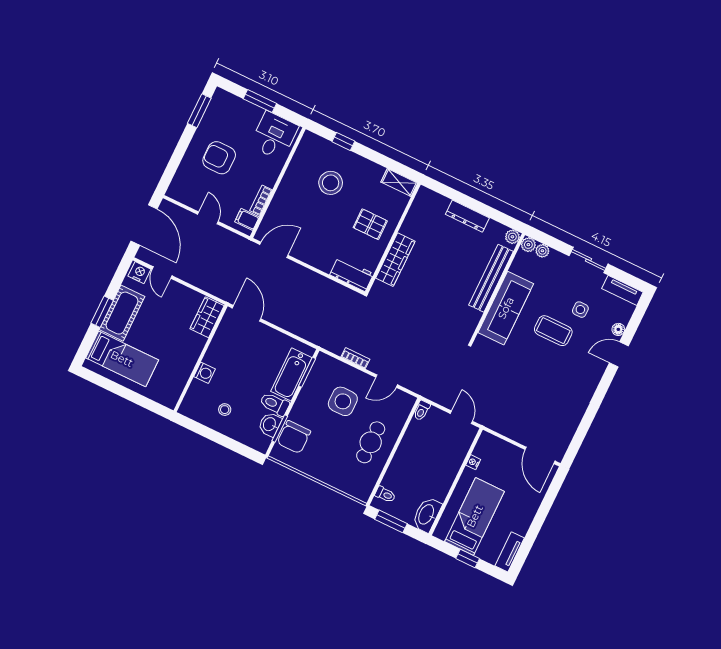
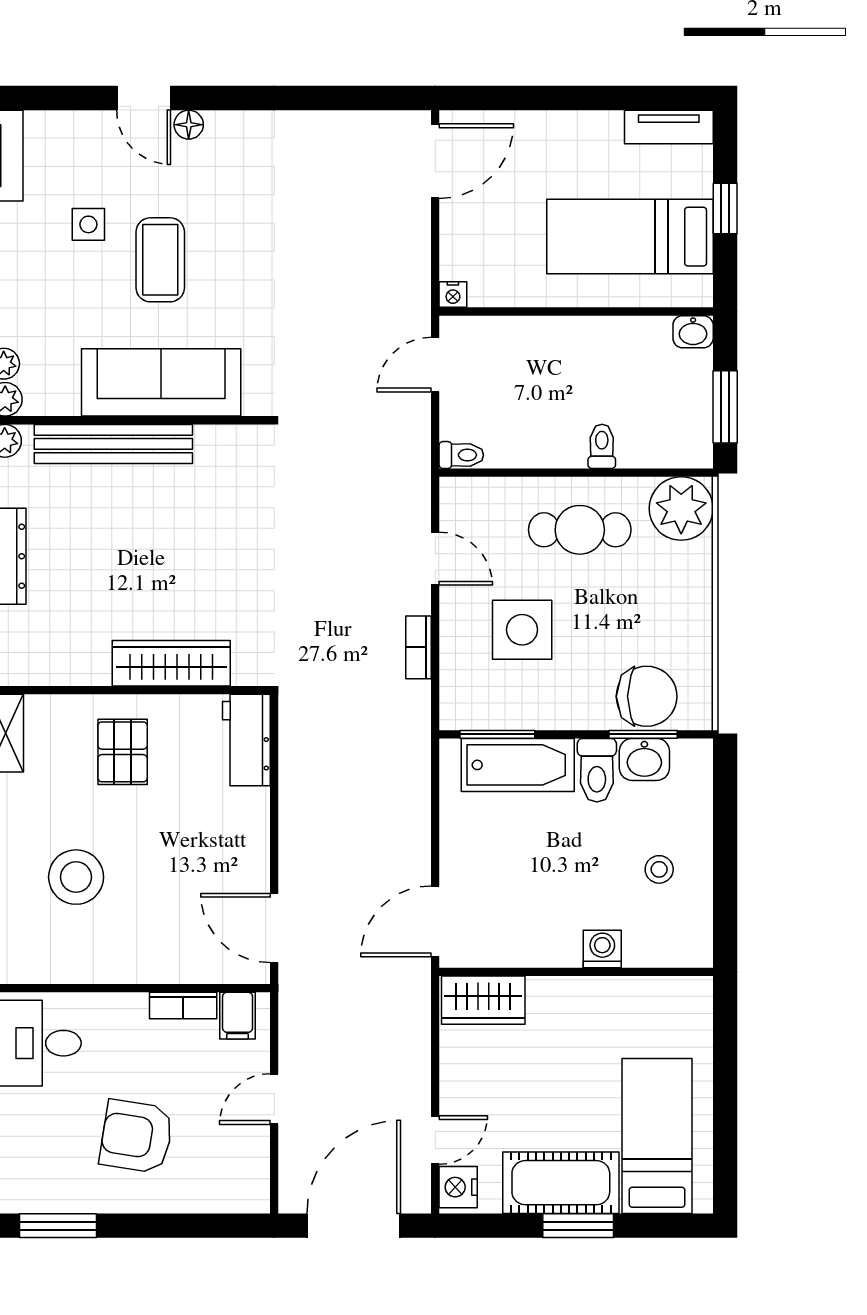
armchair: (219, 158) -> (136, 1136), turned 99
floor lamp: (618, 329) -> (189, 125), moved
nightstand: (473, 462) -> (453, 295), moved
plant: (360, 485) -> (681, 508), added
toilet: (385, 494) -> (602, 446), moved
washbasin: (427, 515) -> (693, 332), width x0.52, depth x0.69

